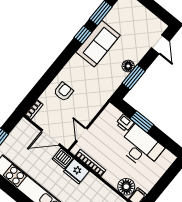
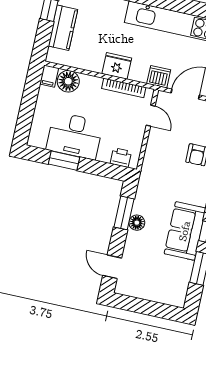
window: (142, 122) -> (64, 161), moved
printer: (125, 123) -> (121, 158), moved
fridge: (76, 171) -> (117, 66), moved

